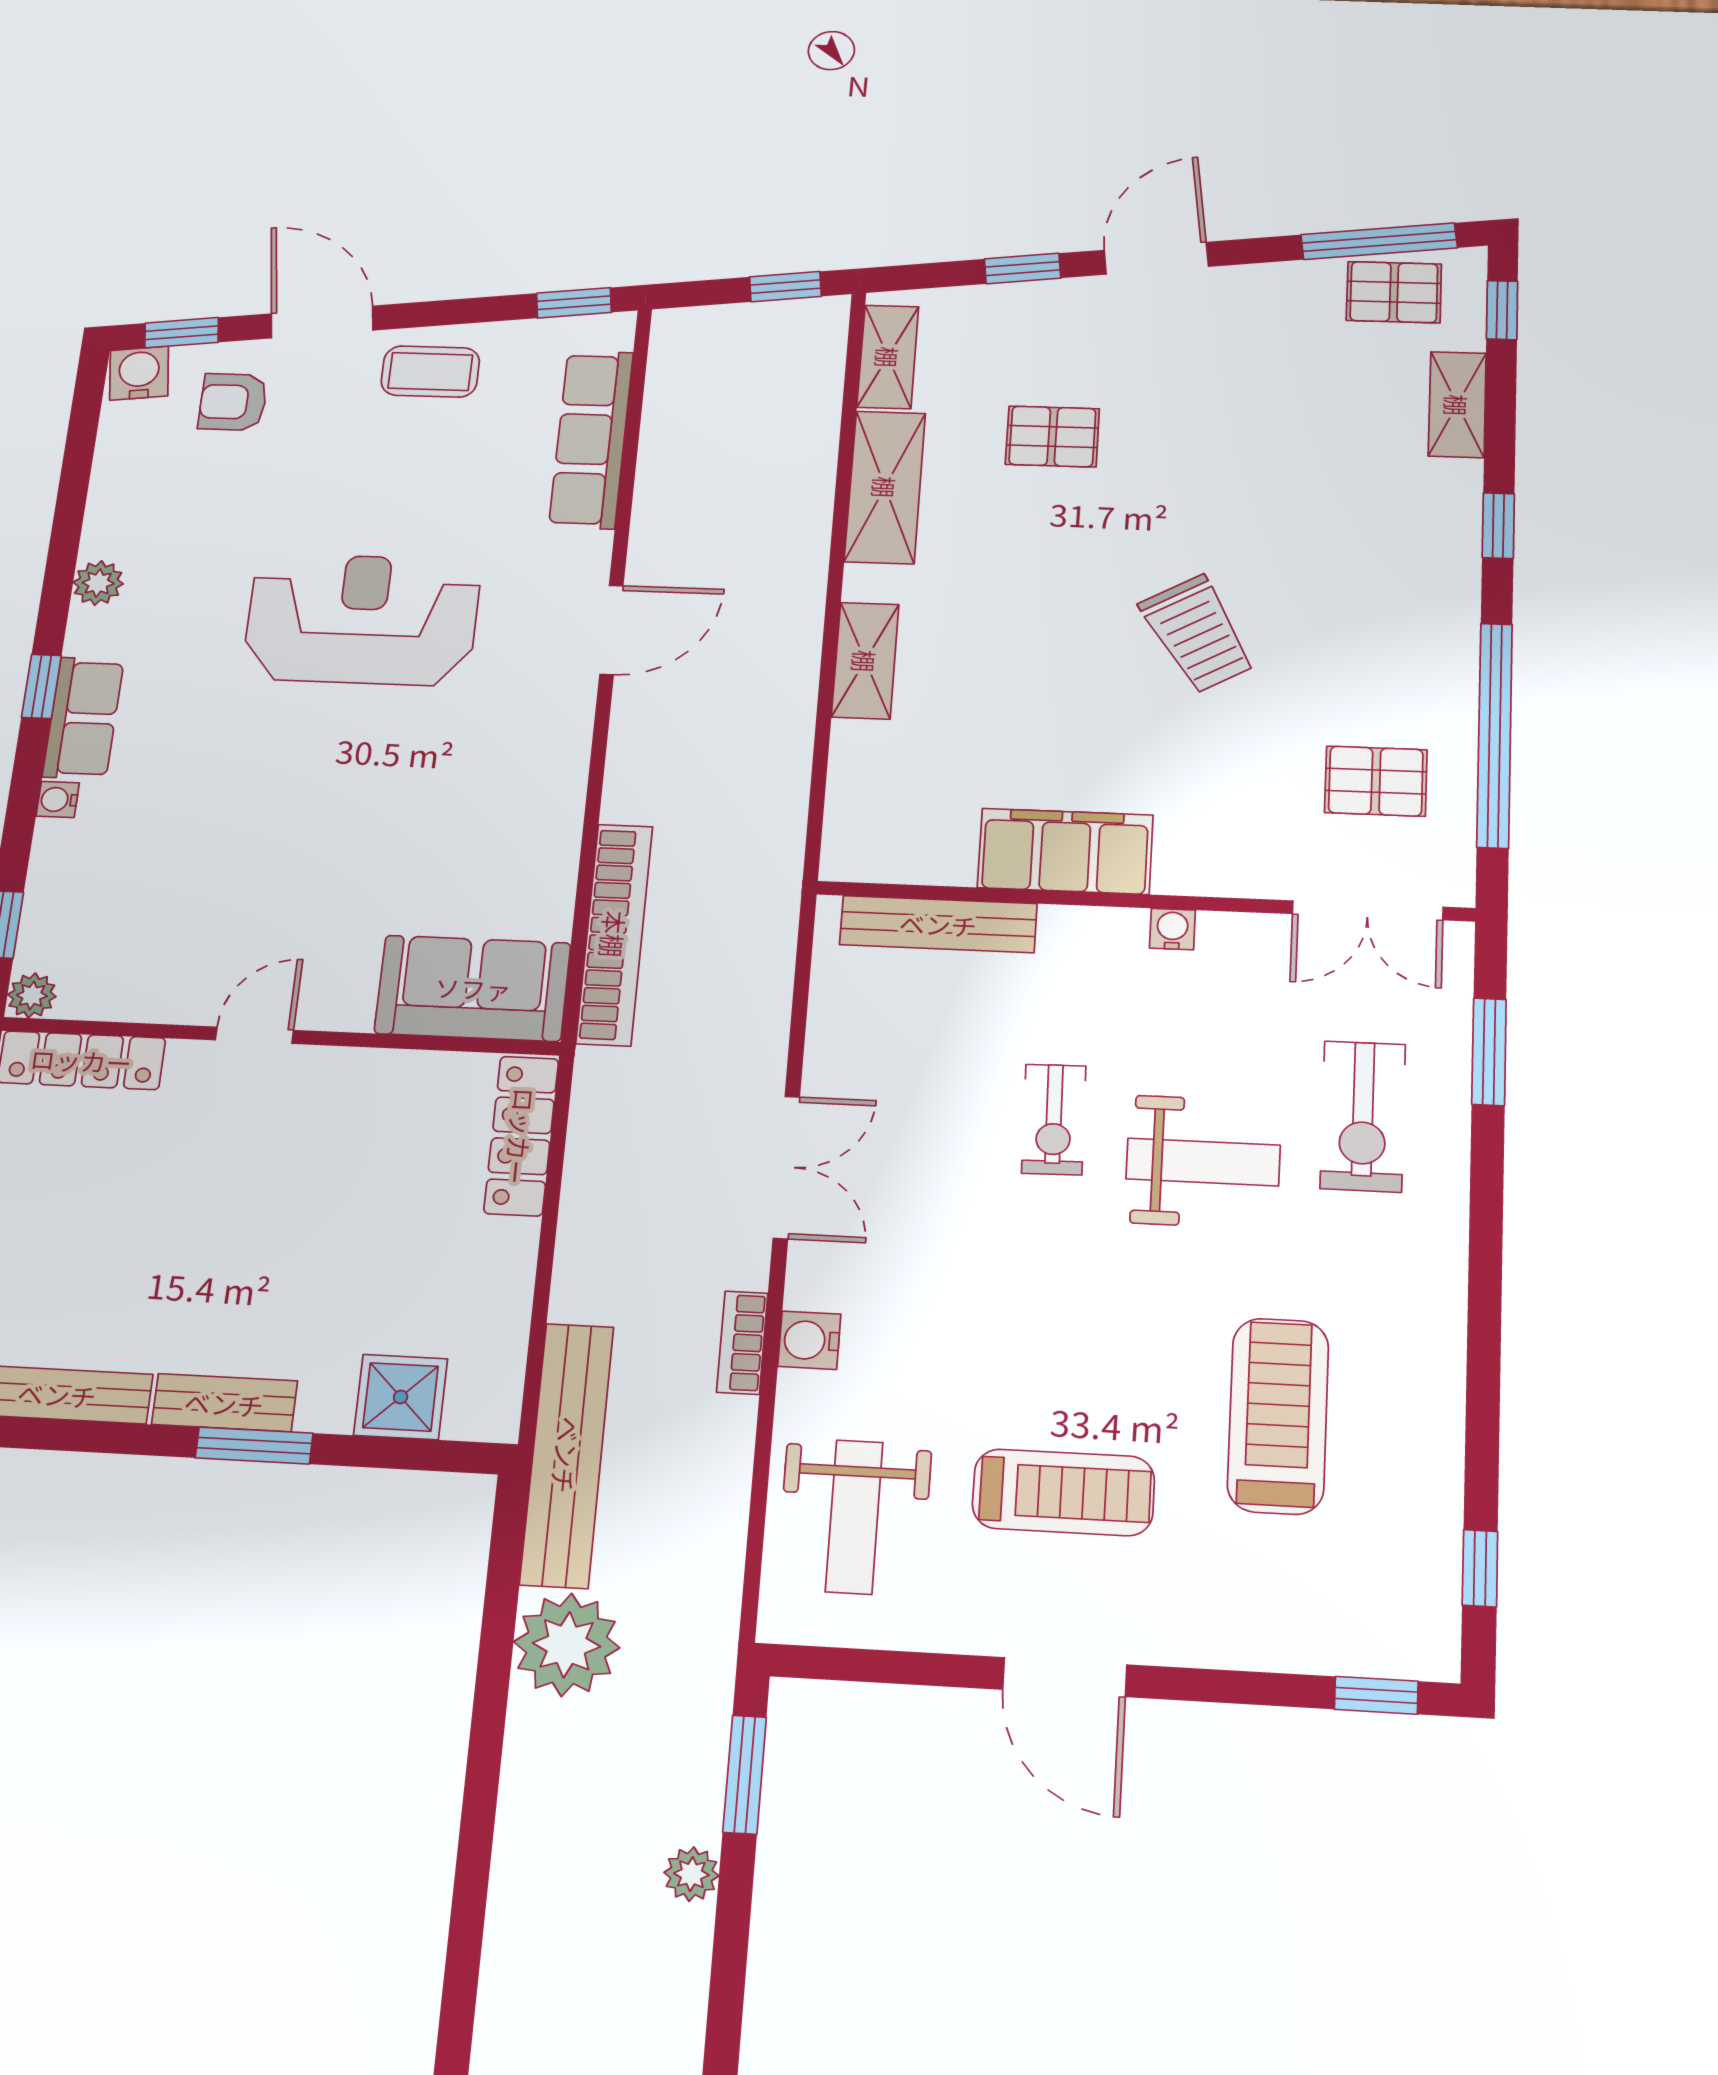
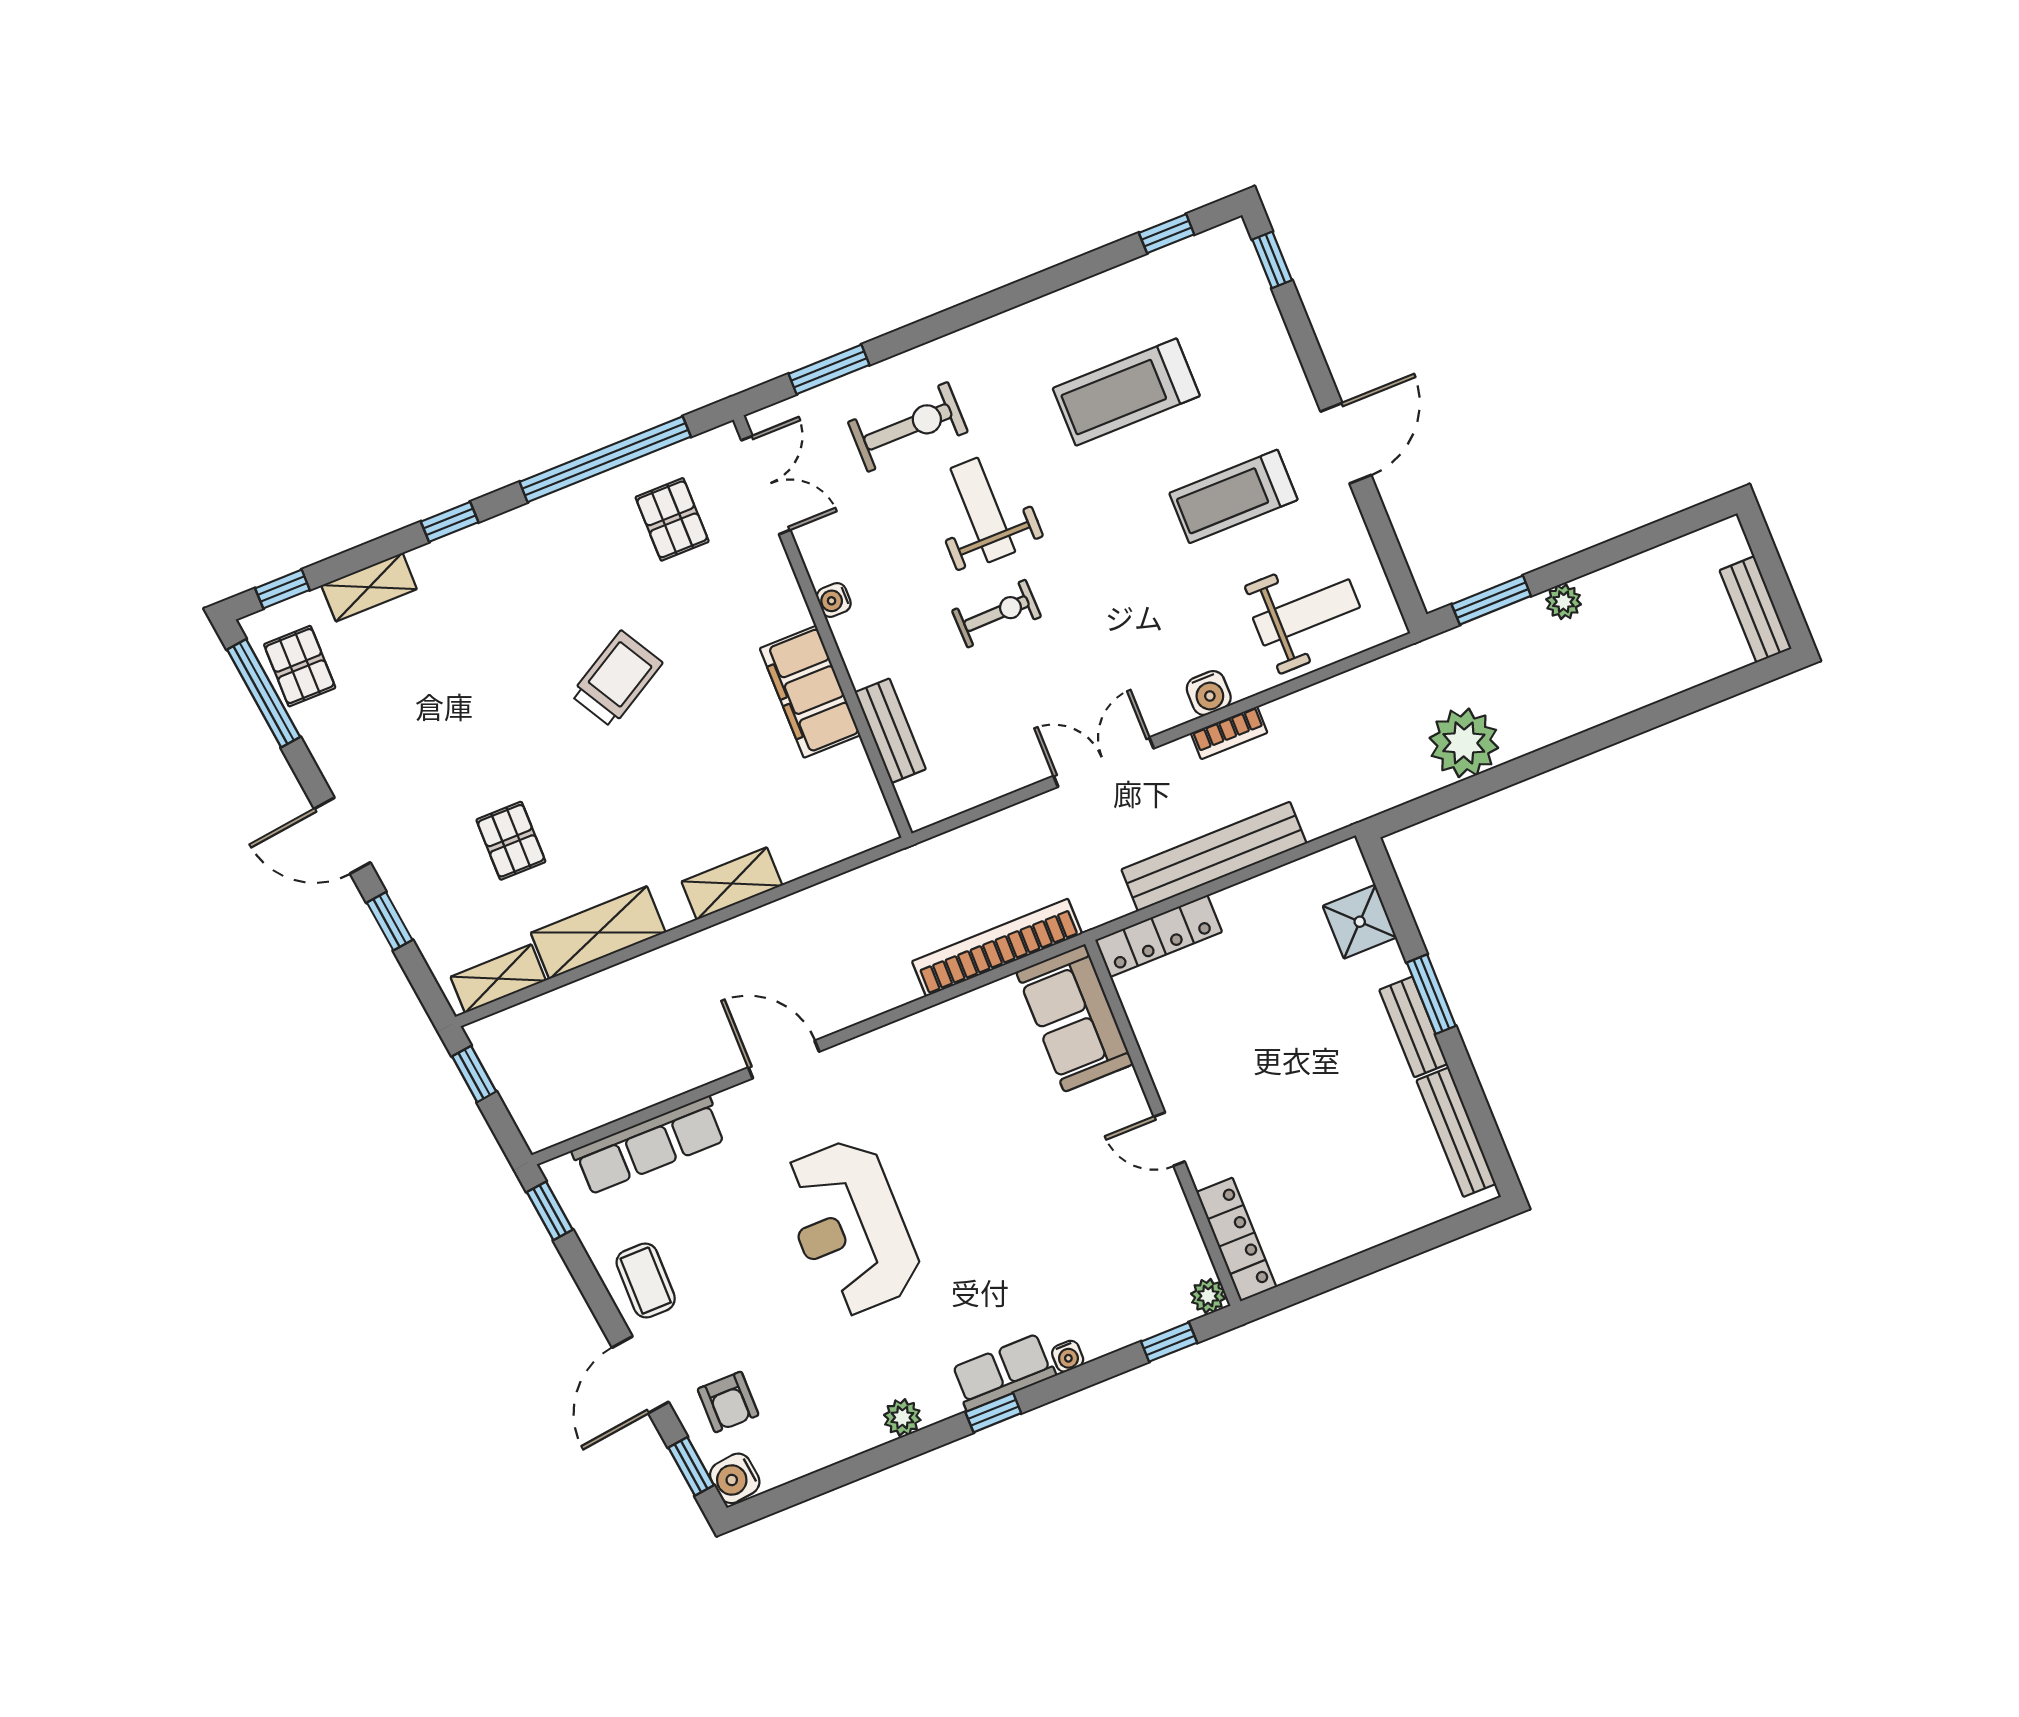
bench: (938, 924) -> (890, 731), width x0.73
bench: (567, 1455) -> (1214, 856), moved
treadmill: (1063, 1492) -> (1233, 496), turned -90

